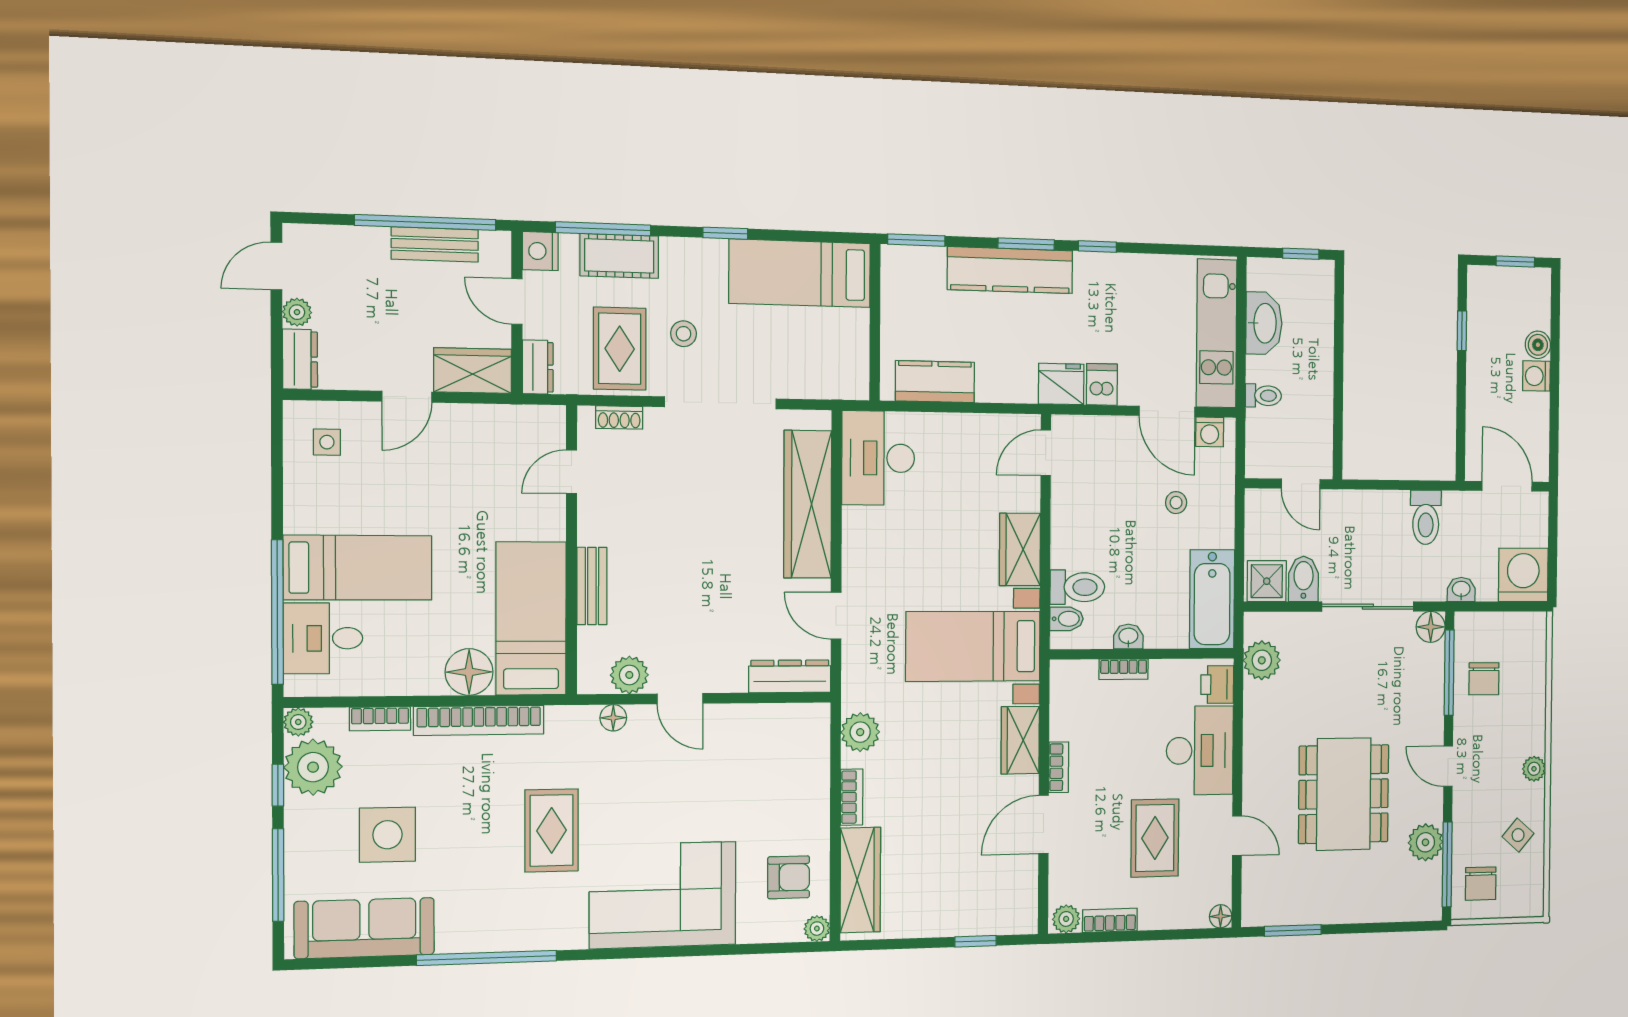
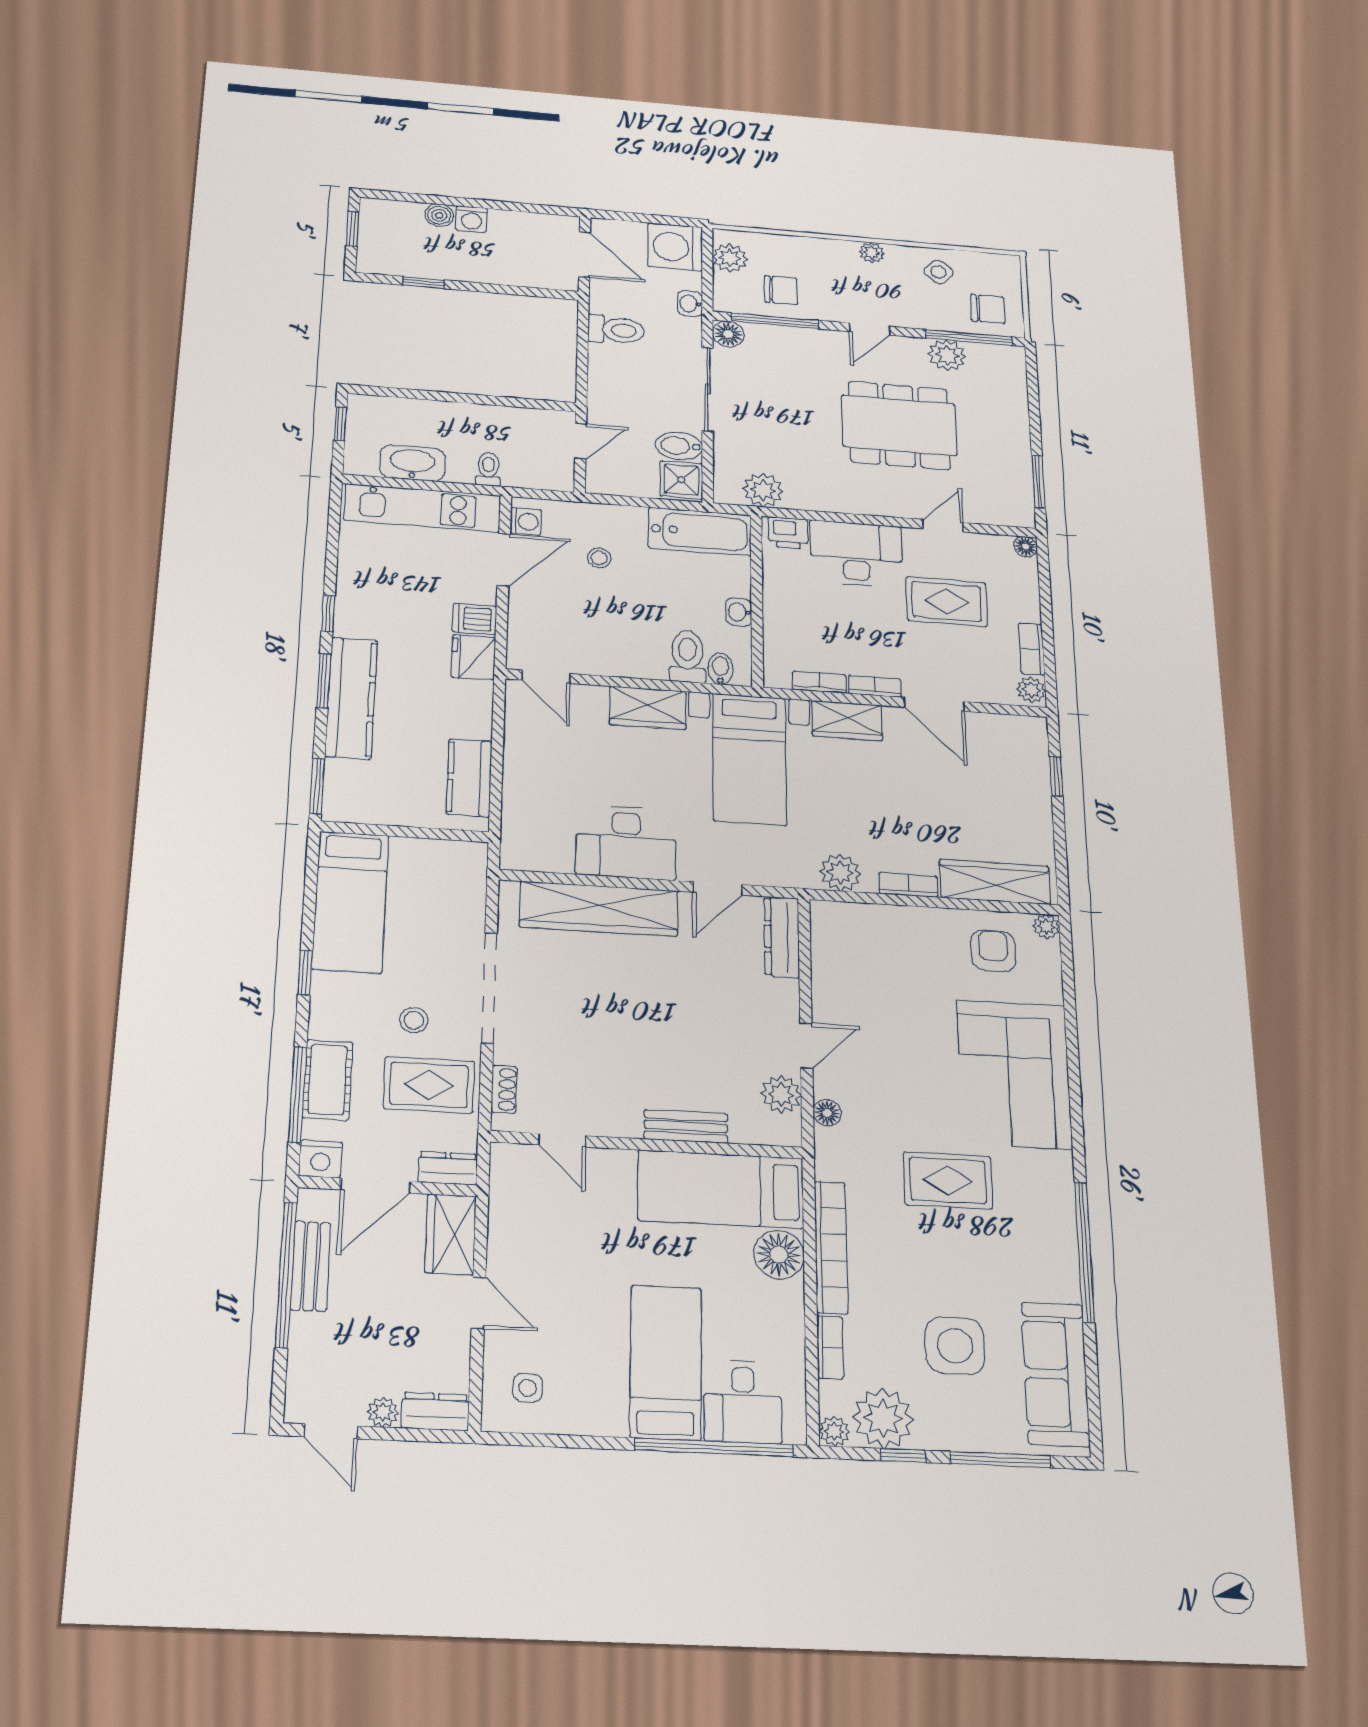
door: (517, 301) -> (375, 1186), width x1.38
desk: (878, 458) -> (626, 842), moved
door: (1507, 486) -> (585, 254), swing flipped
plant: (1516, 629) -> (730, 258), added
bookcase: (1124, 669) -> (819, 682), moved, turned -90

